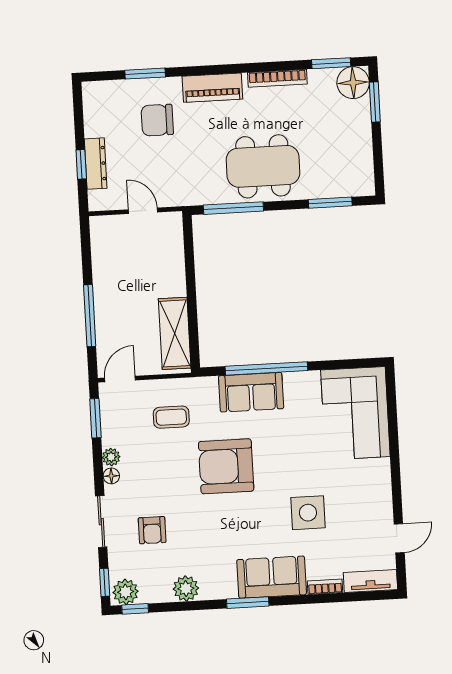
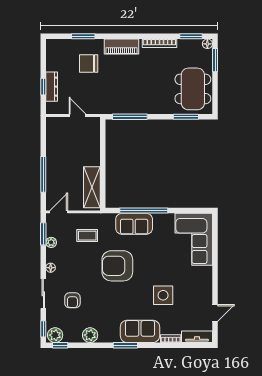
floor lamp: (353, 83) -> (207, 44), width x0.53, depth x0.53
dining table: (263, 166) -> (193, 89), moved, turned 90
plant: (111, 457) -> (51, 242), moved

